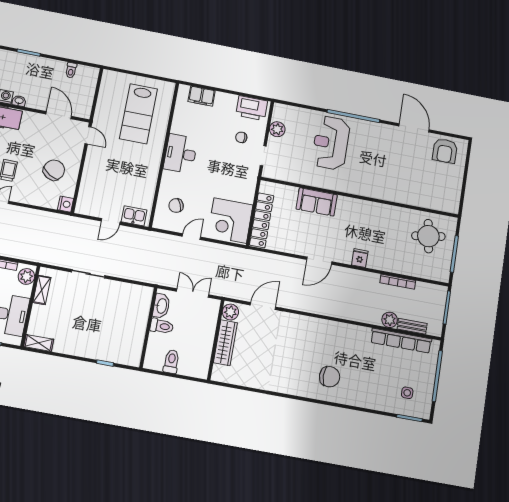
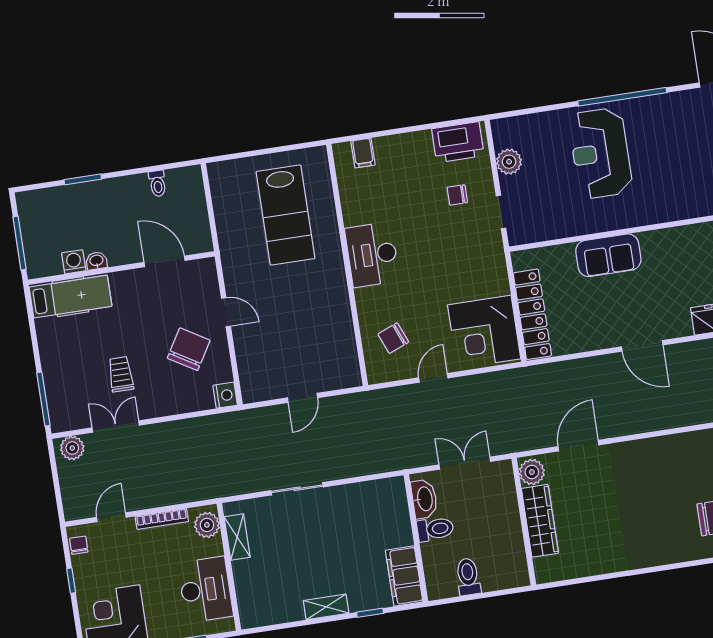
filing cabinet: (202, 96) -> (363, 153), width x0.50
door: (88, 135) -> (226, 312), moved
kitchen sink: (134, 216) -> (335, 377), removed
door: (319, 261) -> (642, 346), hinge flipped
shelving: (39, 343) -> (326, 607), moved
filing cabinet: (133, 348) -> (404, 576), added

